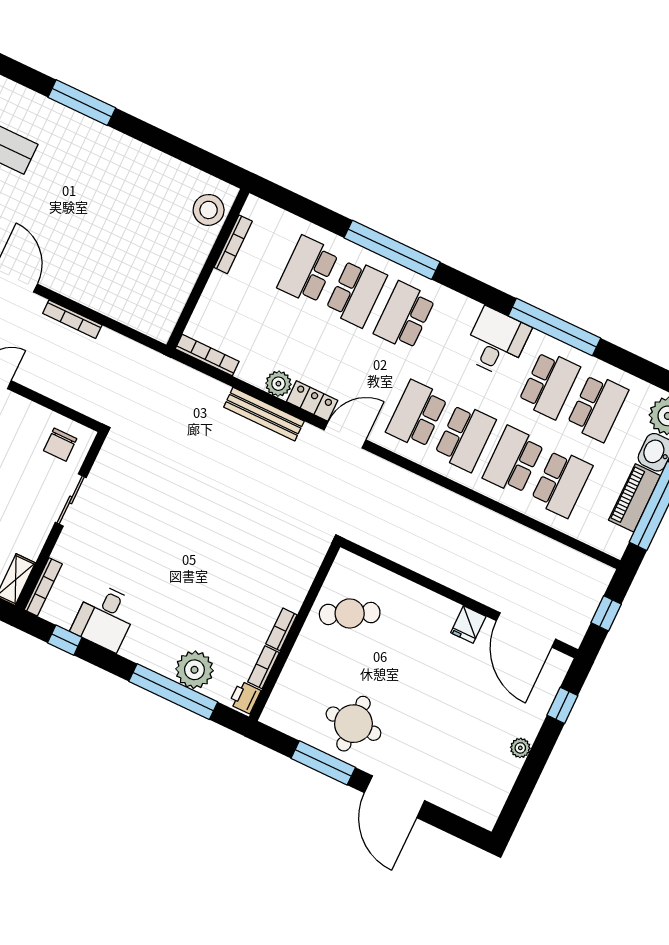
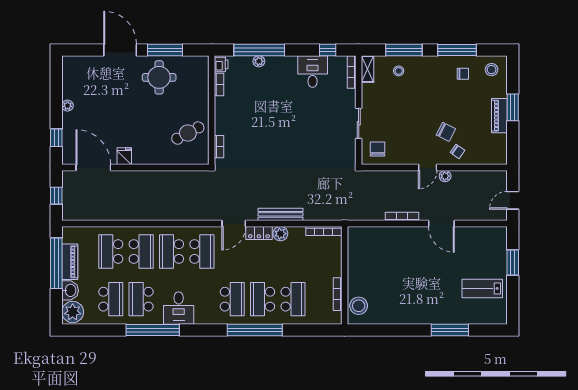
school desk: (598, 408) -> (111, 299), turned 180
bookcase: (281, 629) -> (219, 147), moved
plant: (194, 670) -> (259, 61), width x0.53, depth x0.53

